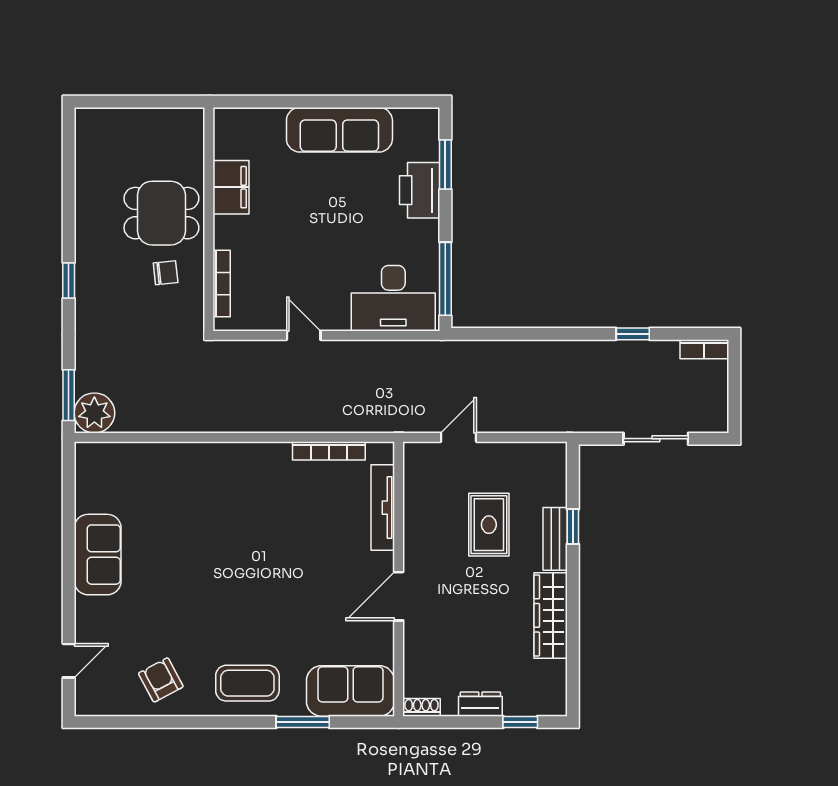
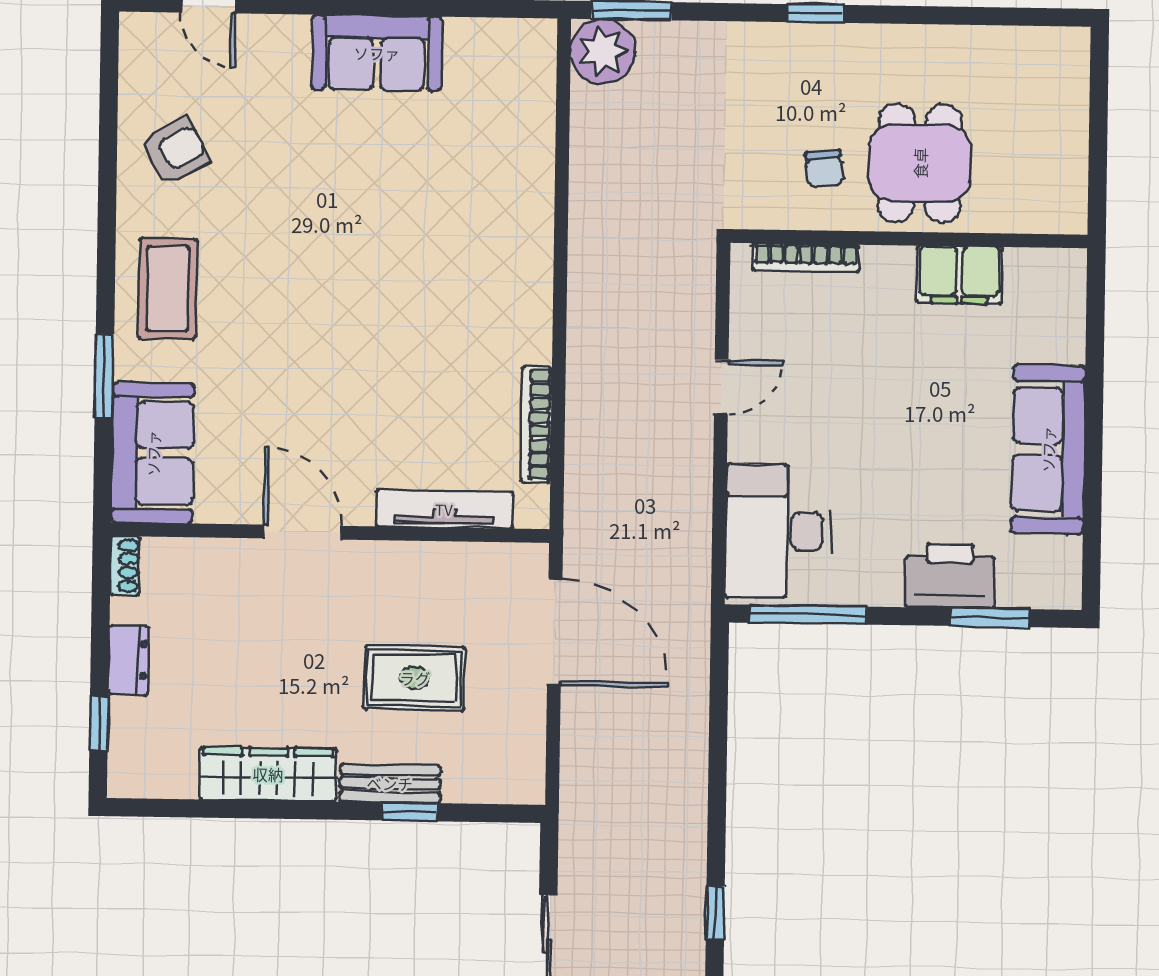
door: (459, 437) -> (555, 632), width x1.87

